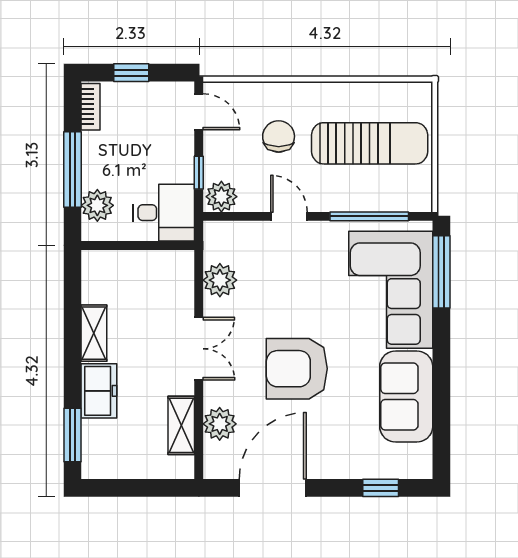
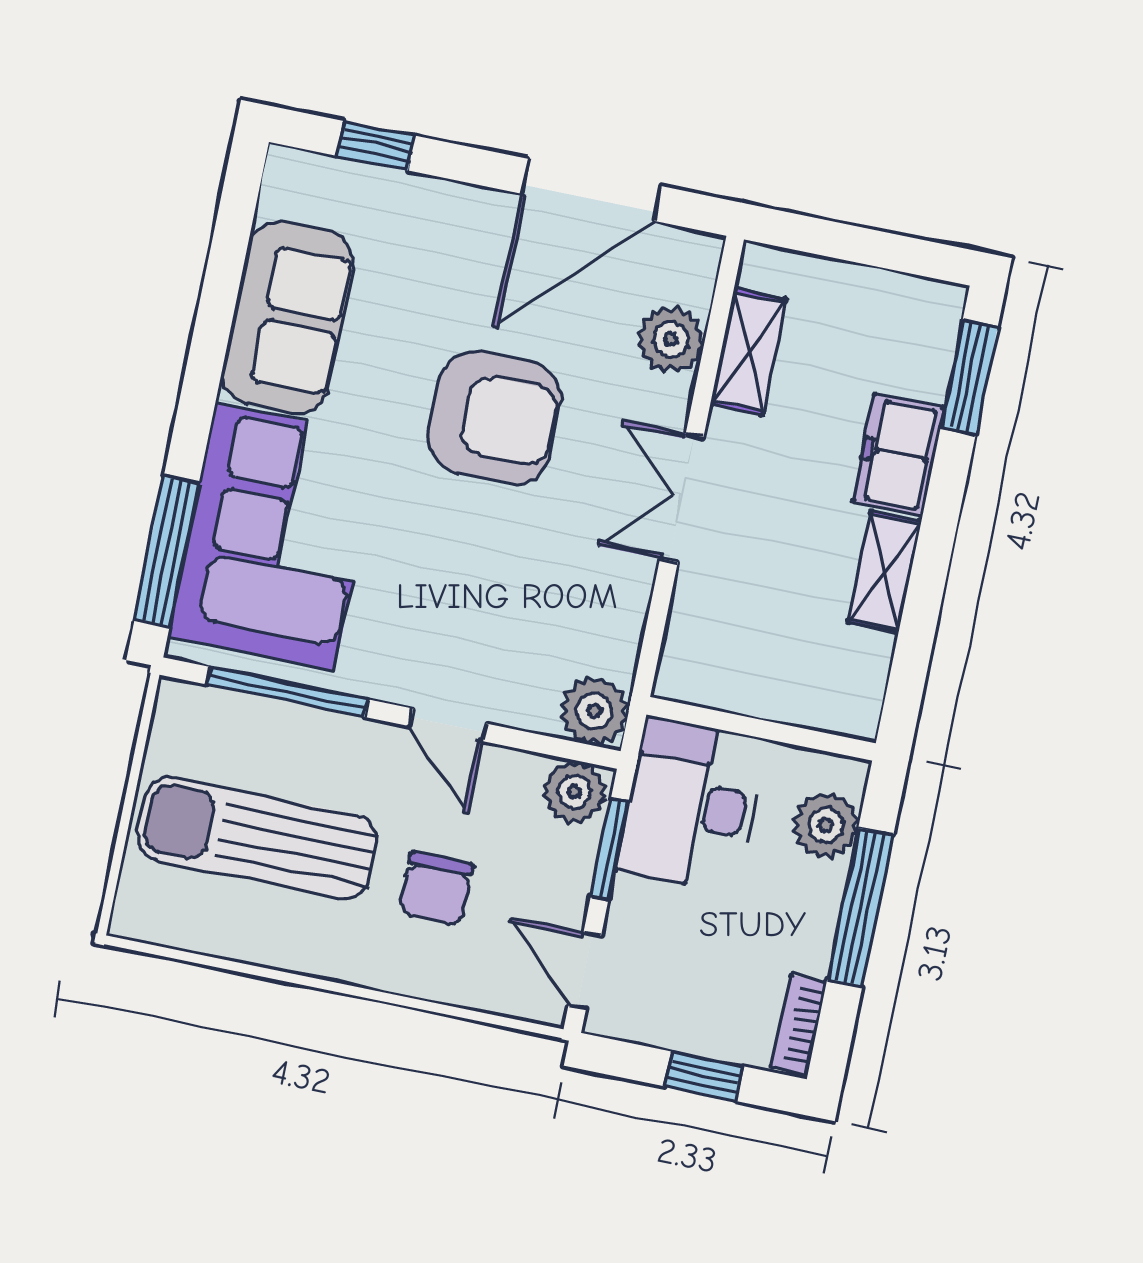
window: (199, 173) -> (610, 849), width x1.50
desk: (164, 213) -> (692, 805), width x1.37
plant: (220, 280) -> (594, 711), moved

